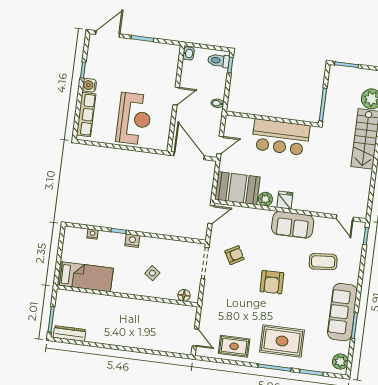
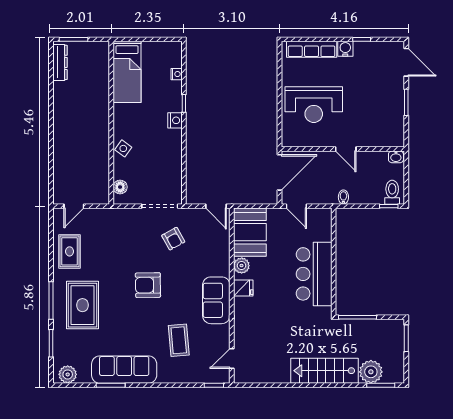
side table: (152, 273) -> (123, 148), moved

